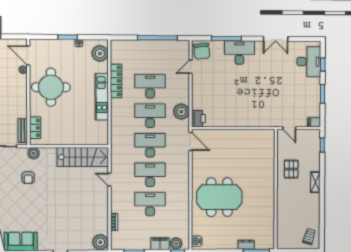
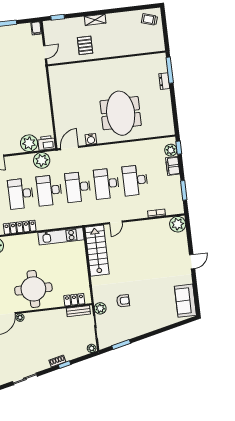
kitchen unit: (102, 97) -> (61, 236), moved
plant: (200, 101) -> (29, 143), added
plant: (34, 153) -> (100, 308), moved
pallet: (291, 169) -> (85, 45), turned 90
water cooler: (197, 241) -> (91, 139), moved

